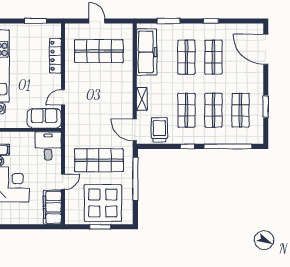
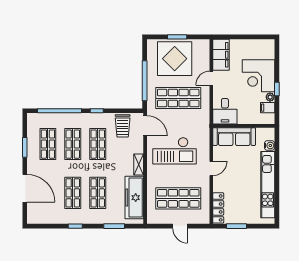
door: (266, 49) -> (25, 188), moved
locker: (55, 56) -> (218, 208), moved
door: (63, 97) -> (211, 168), moved
shelving: (142, 99) -> (139, 165), moved
checkout: (103, 103) -> (174, 151), added
sofa: (44, 118) -> (234, 137), width x1.36

